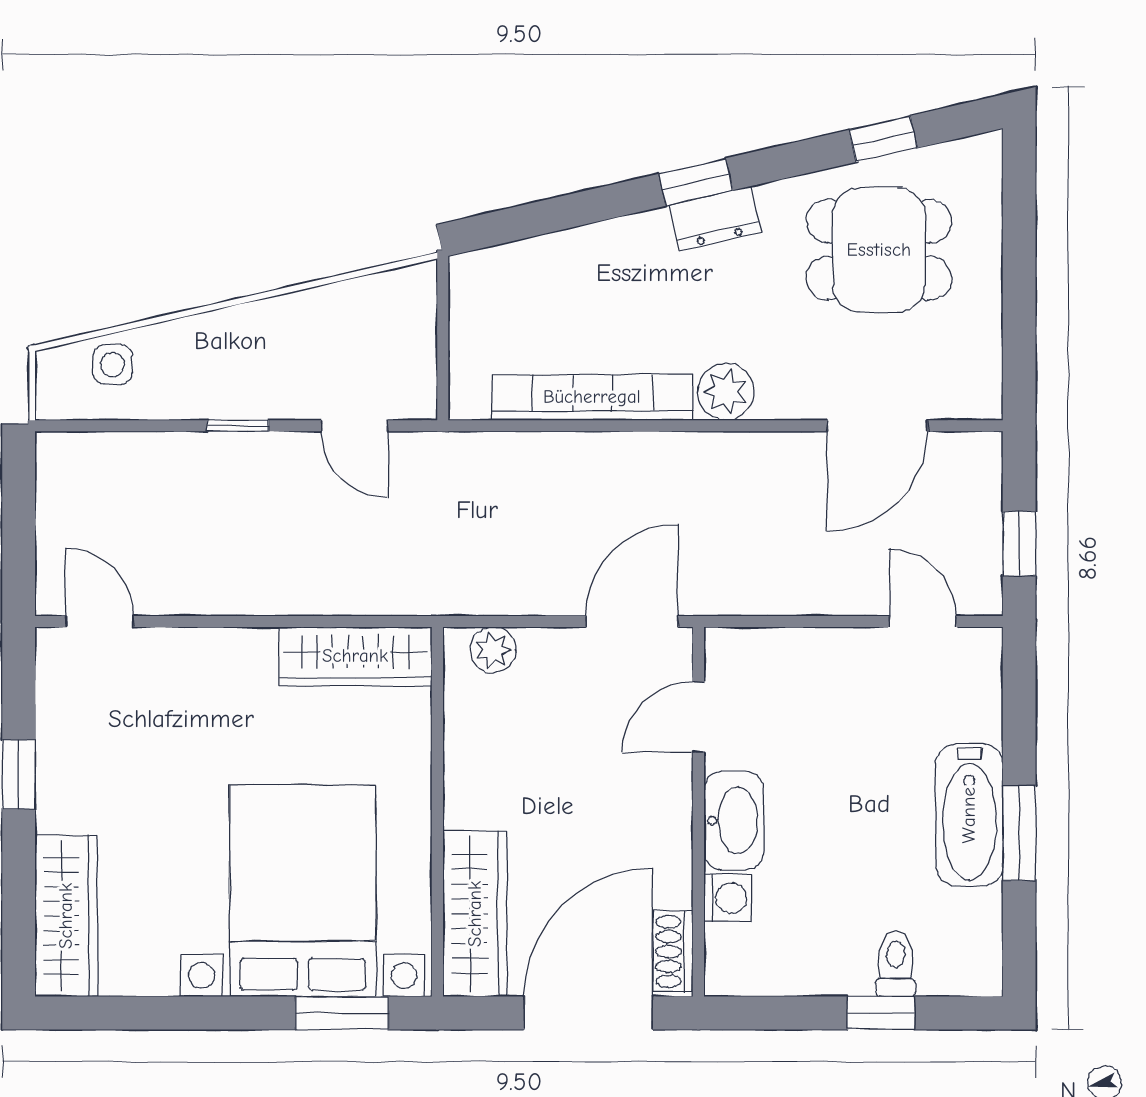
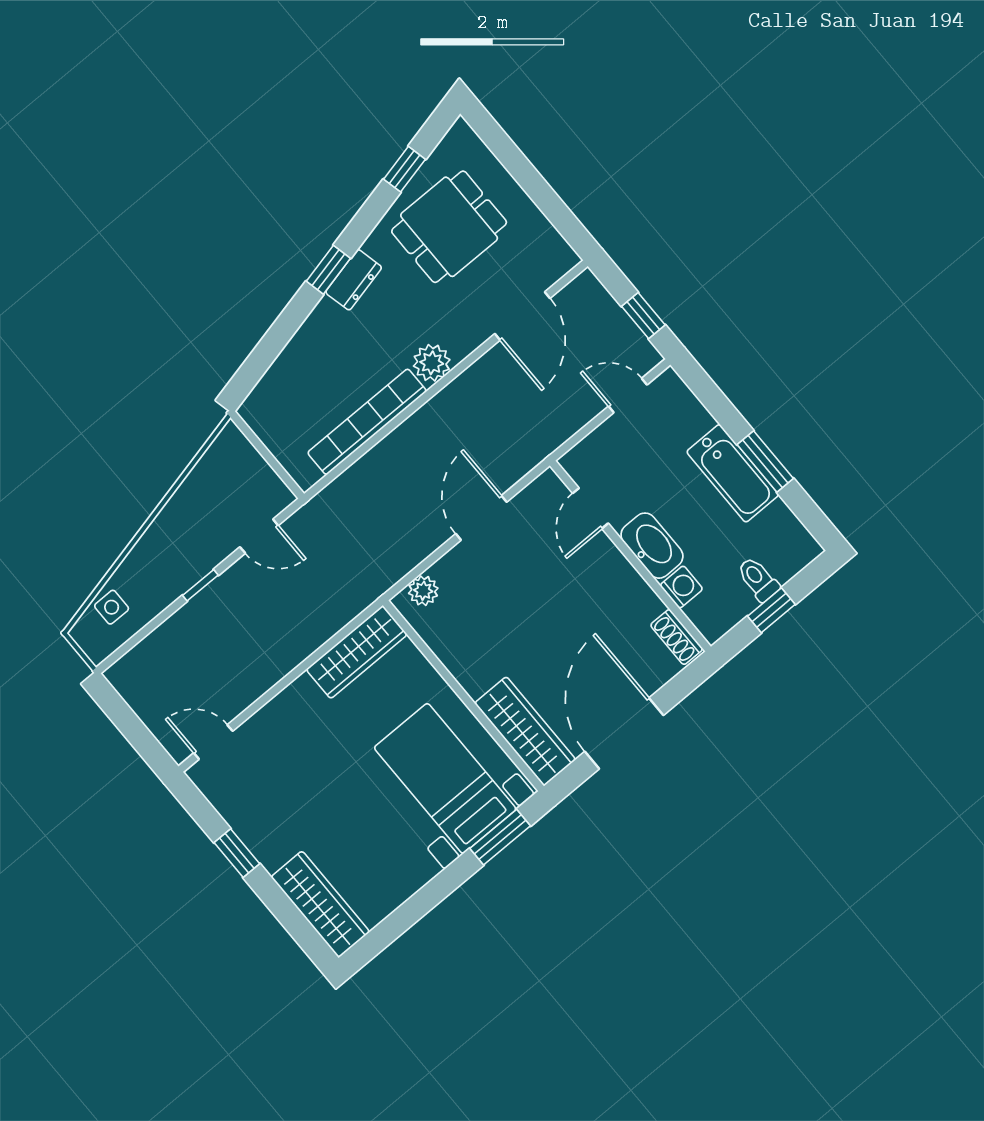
door: (698, 717) -> (591, 508), moved
wall: (698, 812) -> (630, 556), moved
washbasin: (734, 821) -> (652, 546), moved
bed with nightstands: (303, 891) -> (445, 778), width x0.73
washing machine: (728, 898) -> (681, 587), moved
shoe rack: (673, 952) -> (677, 637), moved

